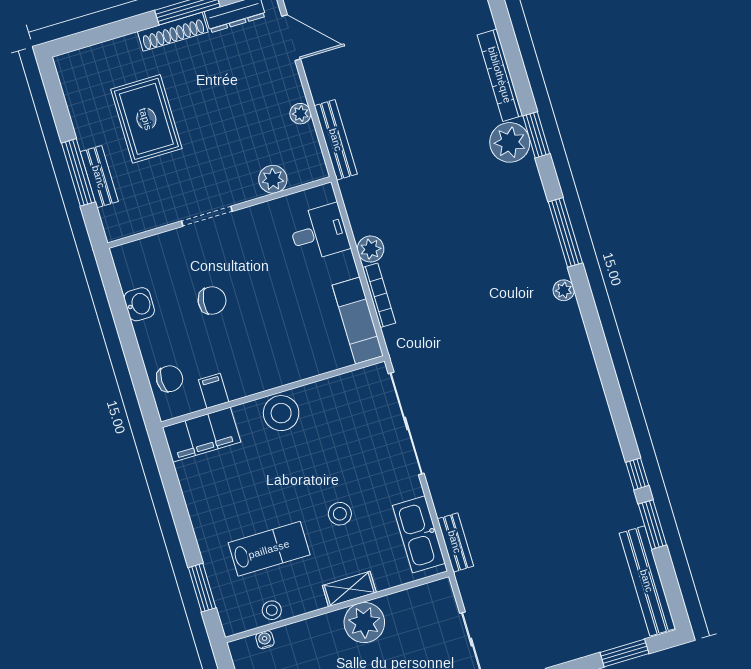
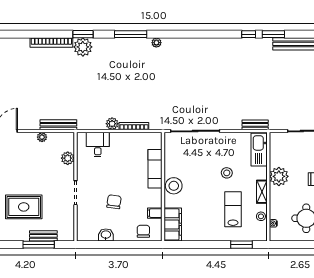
exam couch: (358, 320) -> (155, 169), moved, turned 90
kitchen sink: (419, 534) -> (259, 150), moved, turned 90
shelving: (349, 589) -> (262, 192), moved

